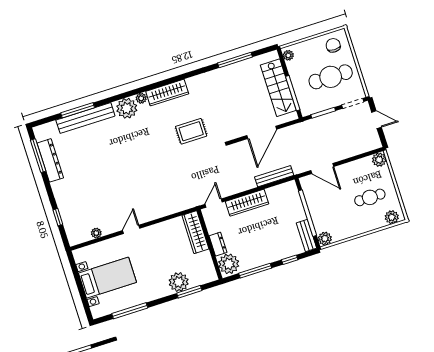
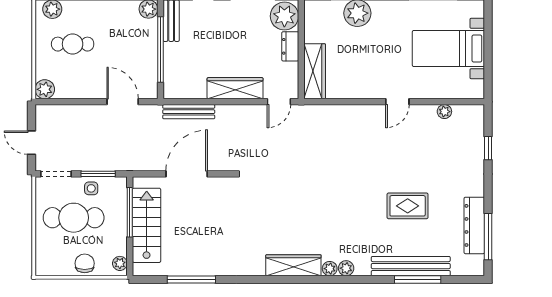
chair: (333, 45) -> (85, 263), moved, turned 180
side table: (325, 101) -> (91, 188), added
plant: (127, 108) -> (346, 268), width x0.53, depth x0.53
rug: (191, 131) -> (408, 206), moved

